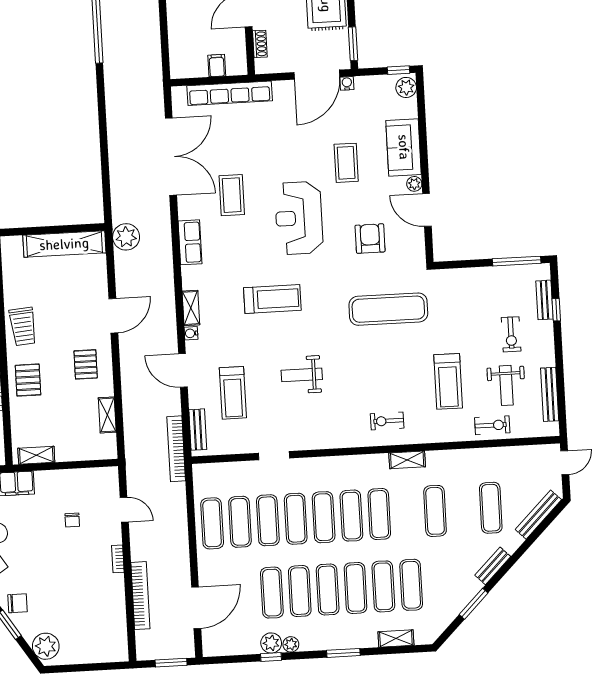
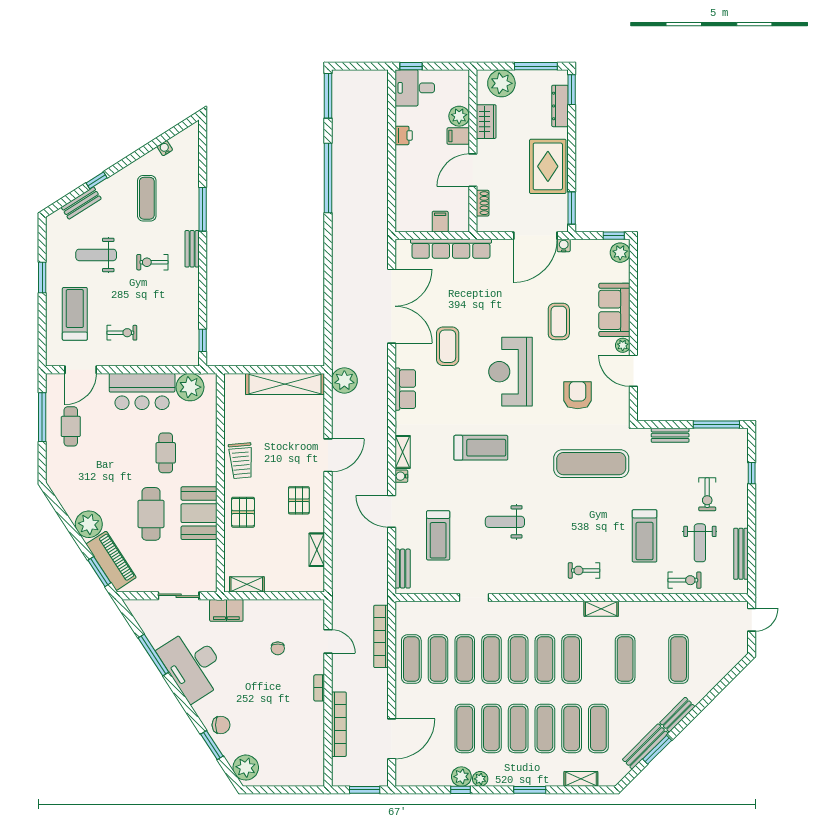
bench: (544, 300) -> (670, 435), moved, turned 90
bookcase: (176, 449) -> (381, 636), moved
bench: (538, 515) -> (645, 746), moved

